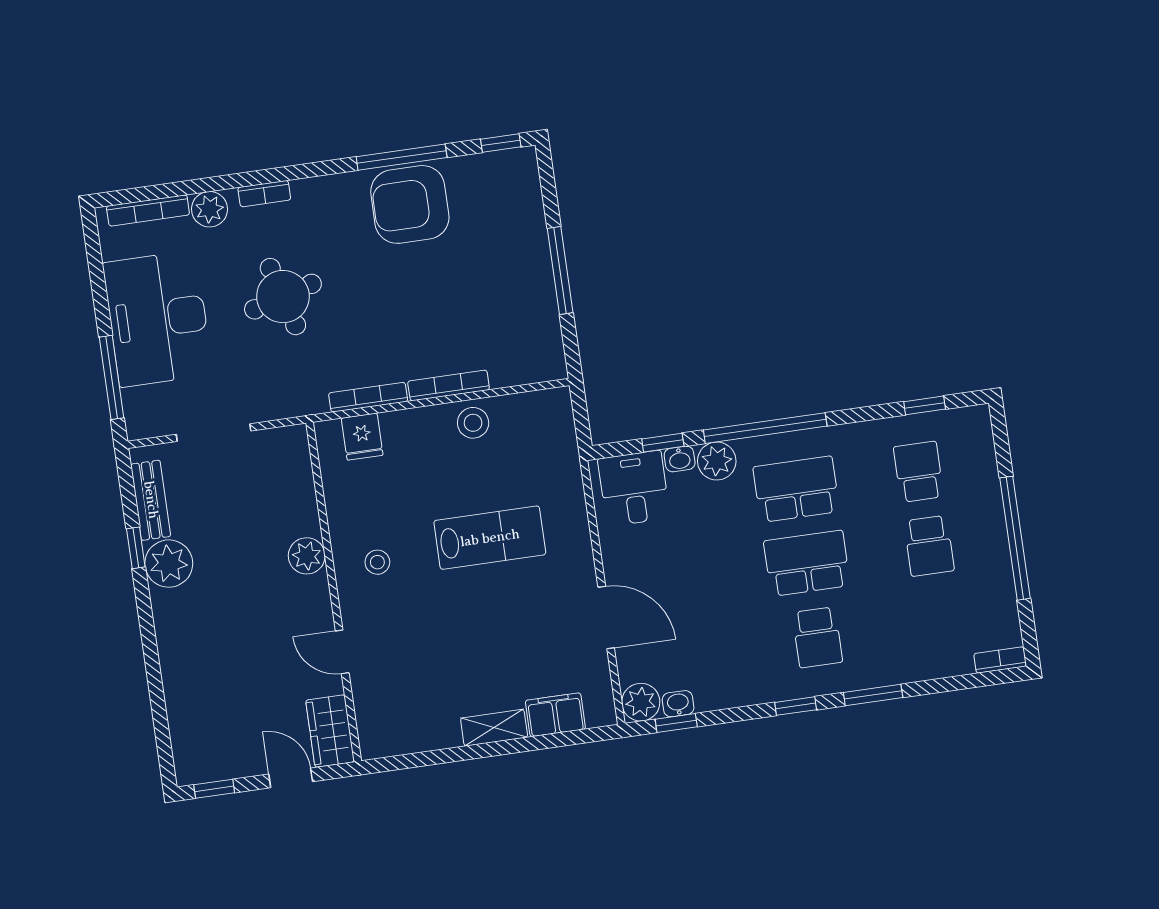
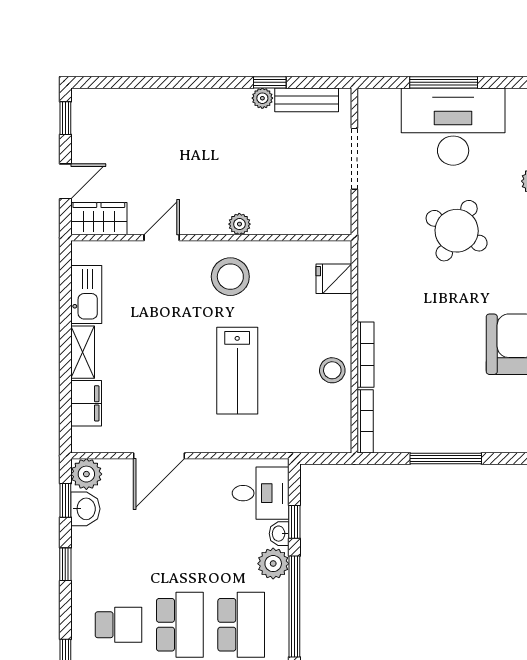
round table: (283, 297) -> (457, 231), turned 45
window: (112, 377) -> (444, 82), moved
bookcase: (368, 397) -> (365, 421), moved
plant: (307, 556) -> (239, 224), width x0.73, depth x0.73
stool: (377, 562) -> (230, 277), width x1.89, depth x1.89
plant: (169, 564) -> (262, 98), width x0.53, depth x0.53
school desk: (817, 637) -> (119, 625), turned 180
washbasin: (678, 704) -> (85, 509), width x1.38, depth x1.45
window: (796, 706) -> (65, 564), moved
kitchen sink: (424, 733) -> (86, 295), added

